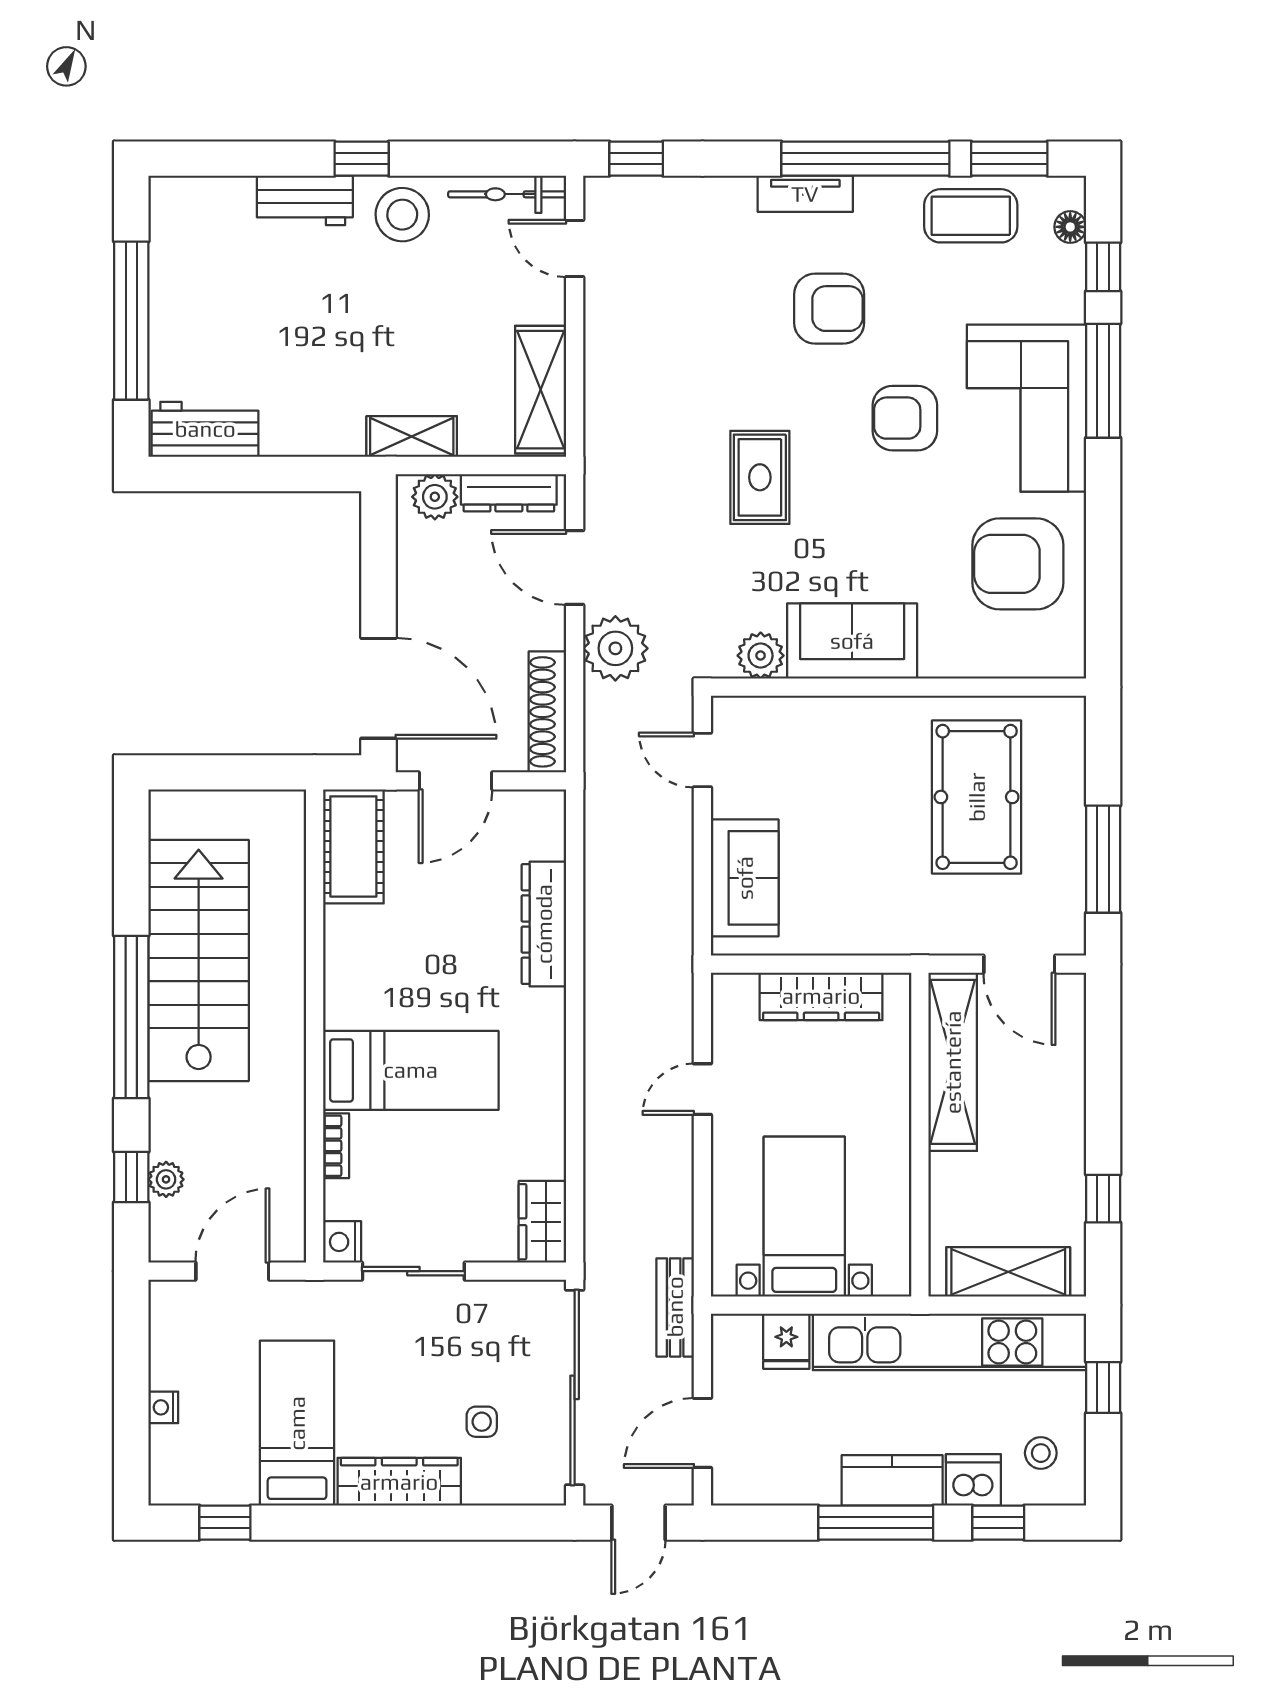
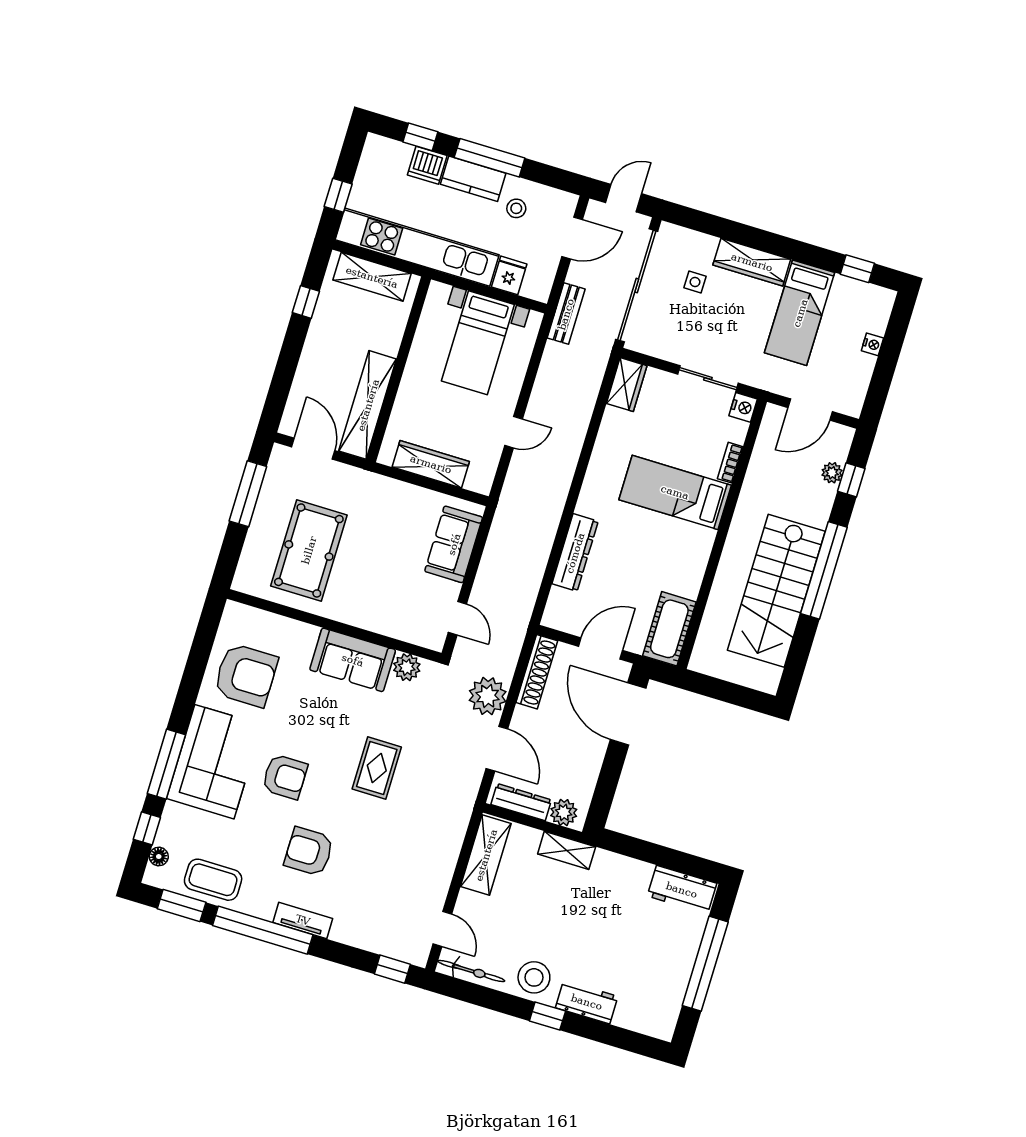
stool: (1041, 1453) -> (516, 208), moved

